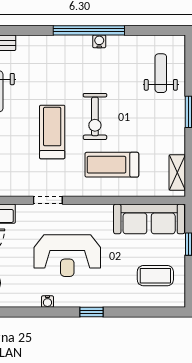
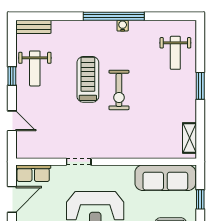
weight bench: (161, 73) -> (175, 53), turned 180
treadmill: (52, 132) -> (88, 79), moved
treadmill: (112, 165) -> (133, 131), removed

